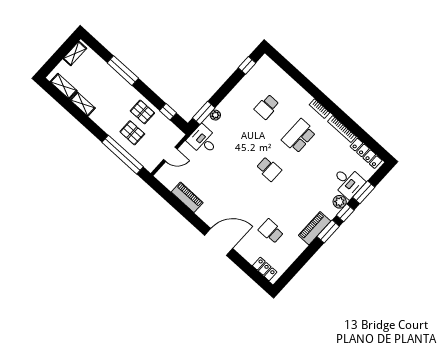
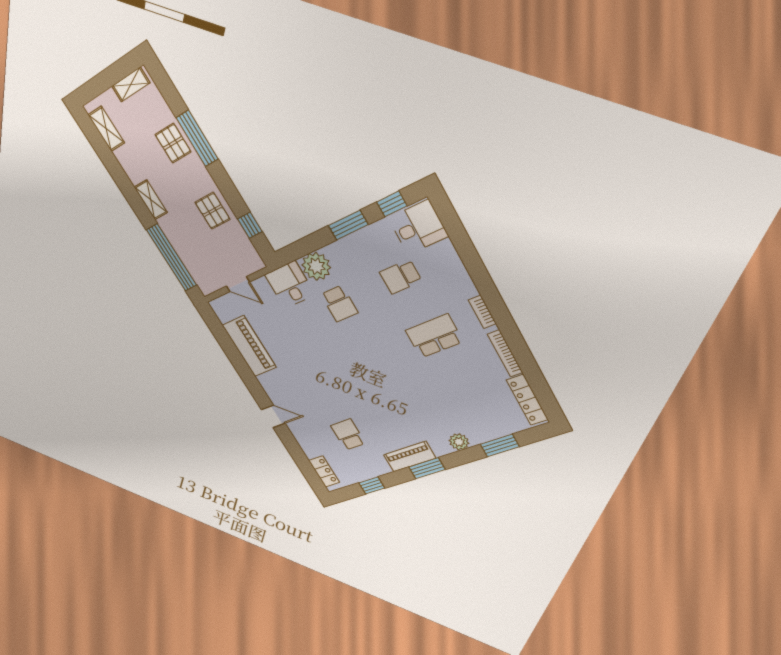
shelving: (83, 104) -> (151, 200), moved
window: (204, 113) -> (348, 225), moved
plant: (215, 115) -> (316, 266), width x1.87, depth x1.87
pallet: (132, 133) -> (173, 143), moved
school desk: (269, 169) -> (339, 304), moved
desk: (348, 182) -> (418, 227), moved, turned -90
piano: (187, 197) -> (249, 346), width x1.37, depth x1.33
window: (345, 213) -> (372, 485), moved
door: (219, 242) -> (273, 416), width x0.53

